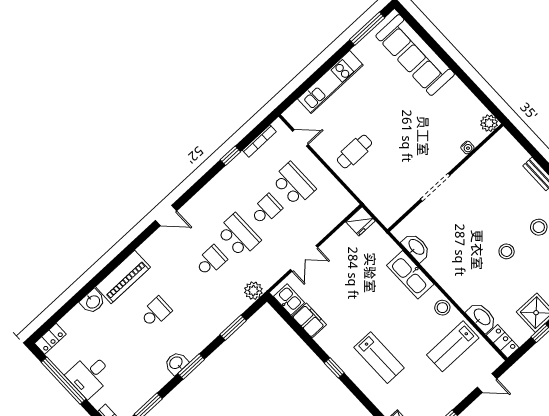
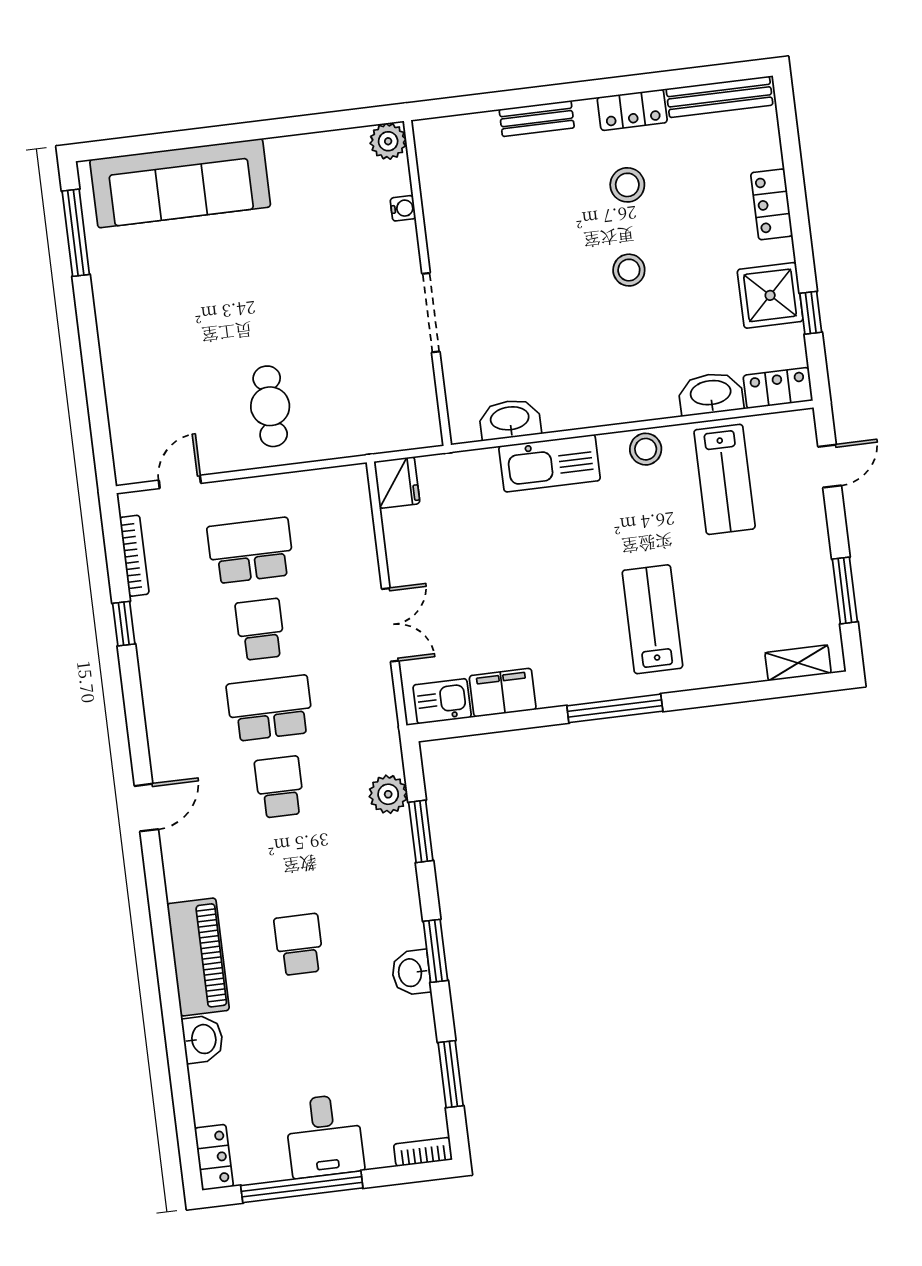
kitchen unit: (330, 82) -> (122, 362), removed
plant: (253, 291) -> (388, 794), moved
lab bench: (379, 358) -> (652, 619), turned -90
window: (334, 368) -> (615, 708), width x2.17

